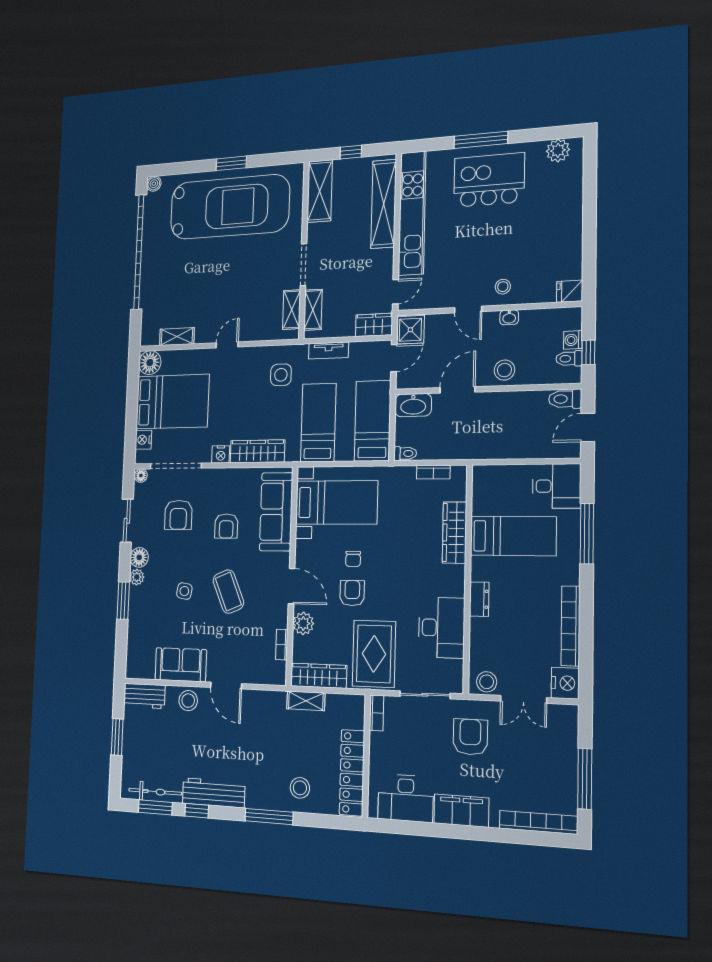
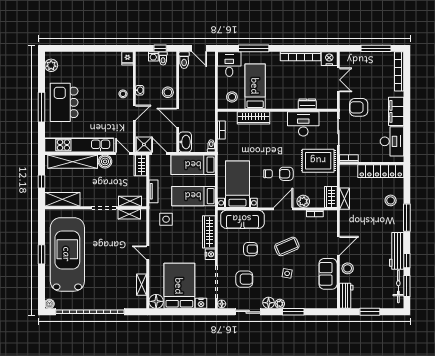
boiler: (382, 261) -> (105, 161), added
dresser: (479, 599) -> (307, 104), moved
wardrobe: (319, 676) -> (331, 197), width x0.67
stool: (487, 682) -> (232, 97), moved

